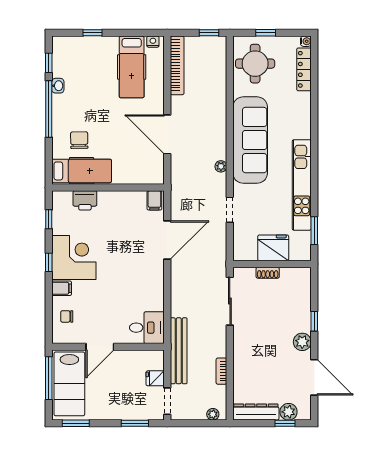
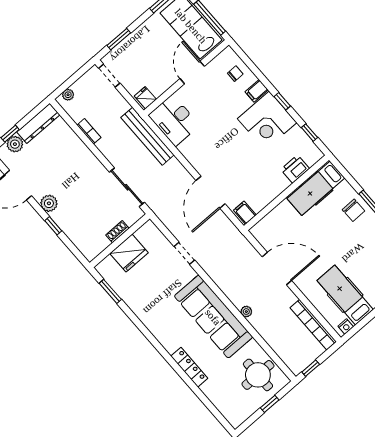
water cooler: (306, 41) -> (235, 423), removed
locker: (304, 69) -> (189, 367), moved
chair: (79, 140) -> (354, 210), moved
plant: (221, 166) -> (246, 312), moved
kitchen unit: (302, 185) -> (148, 316), removed
desk: (147, 328) -> (174, 120), width x1.37
bench: (179, 351) -> (147, 136), moved
fridge: (155, 378) -> (145, 98), moved, turned -90

